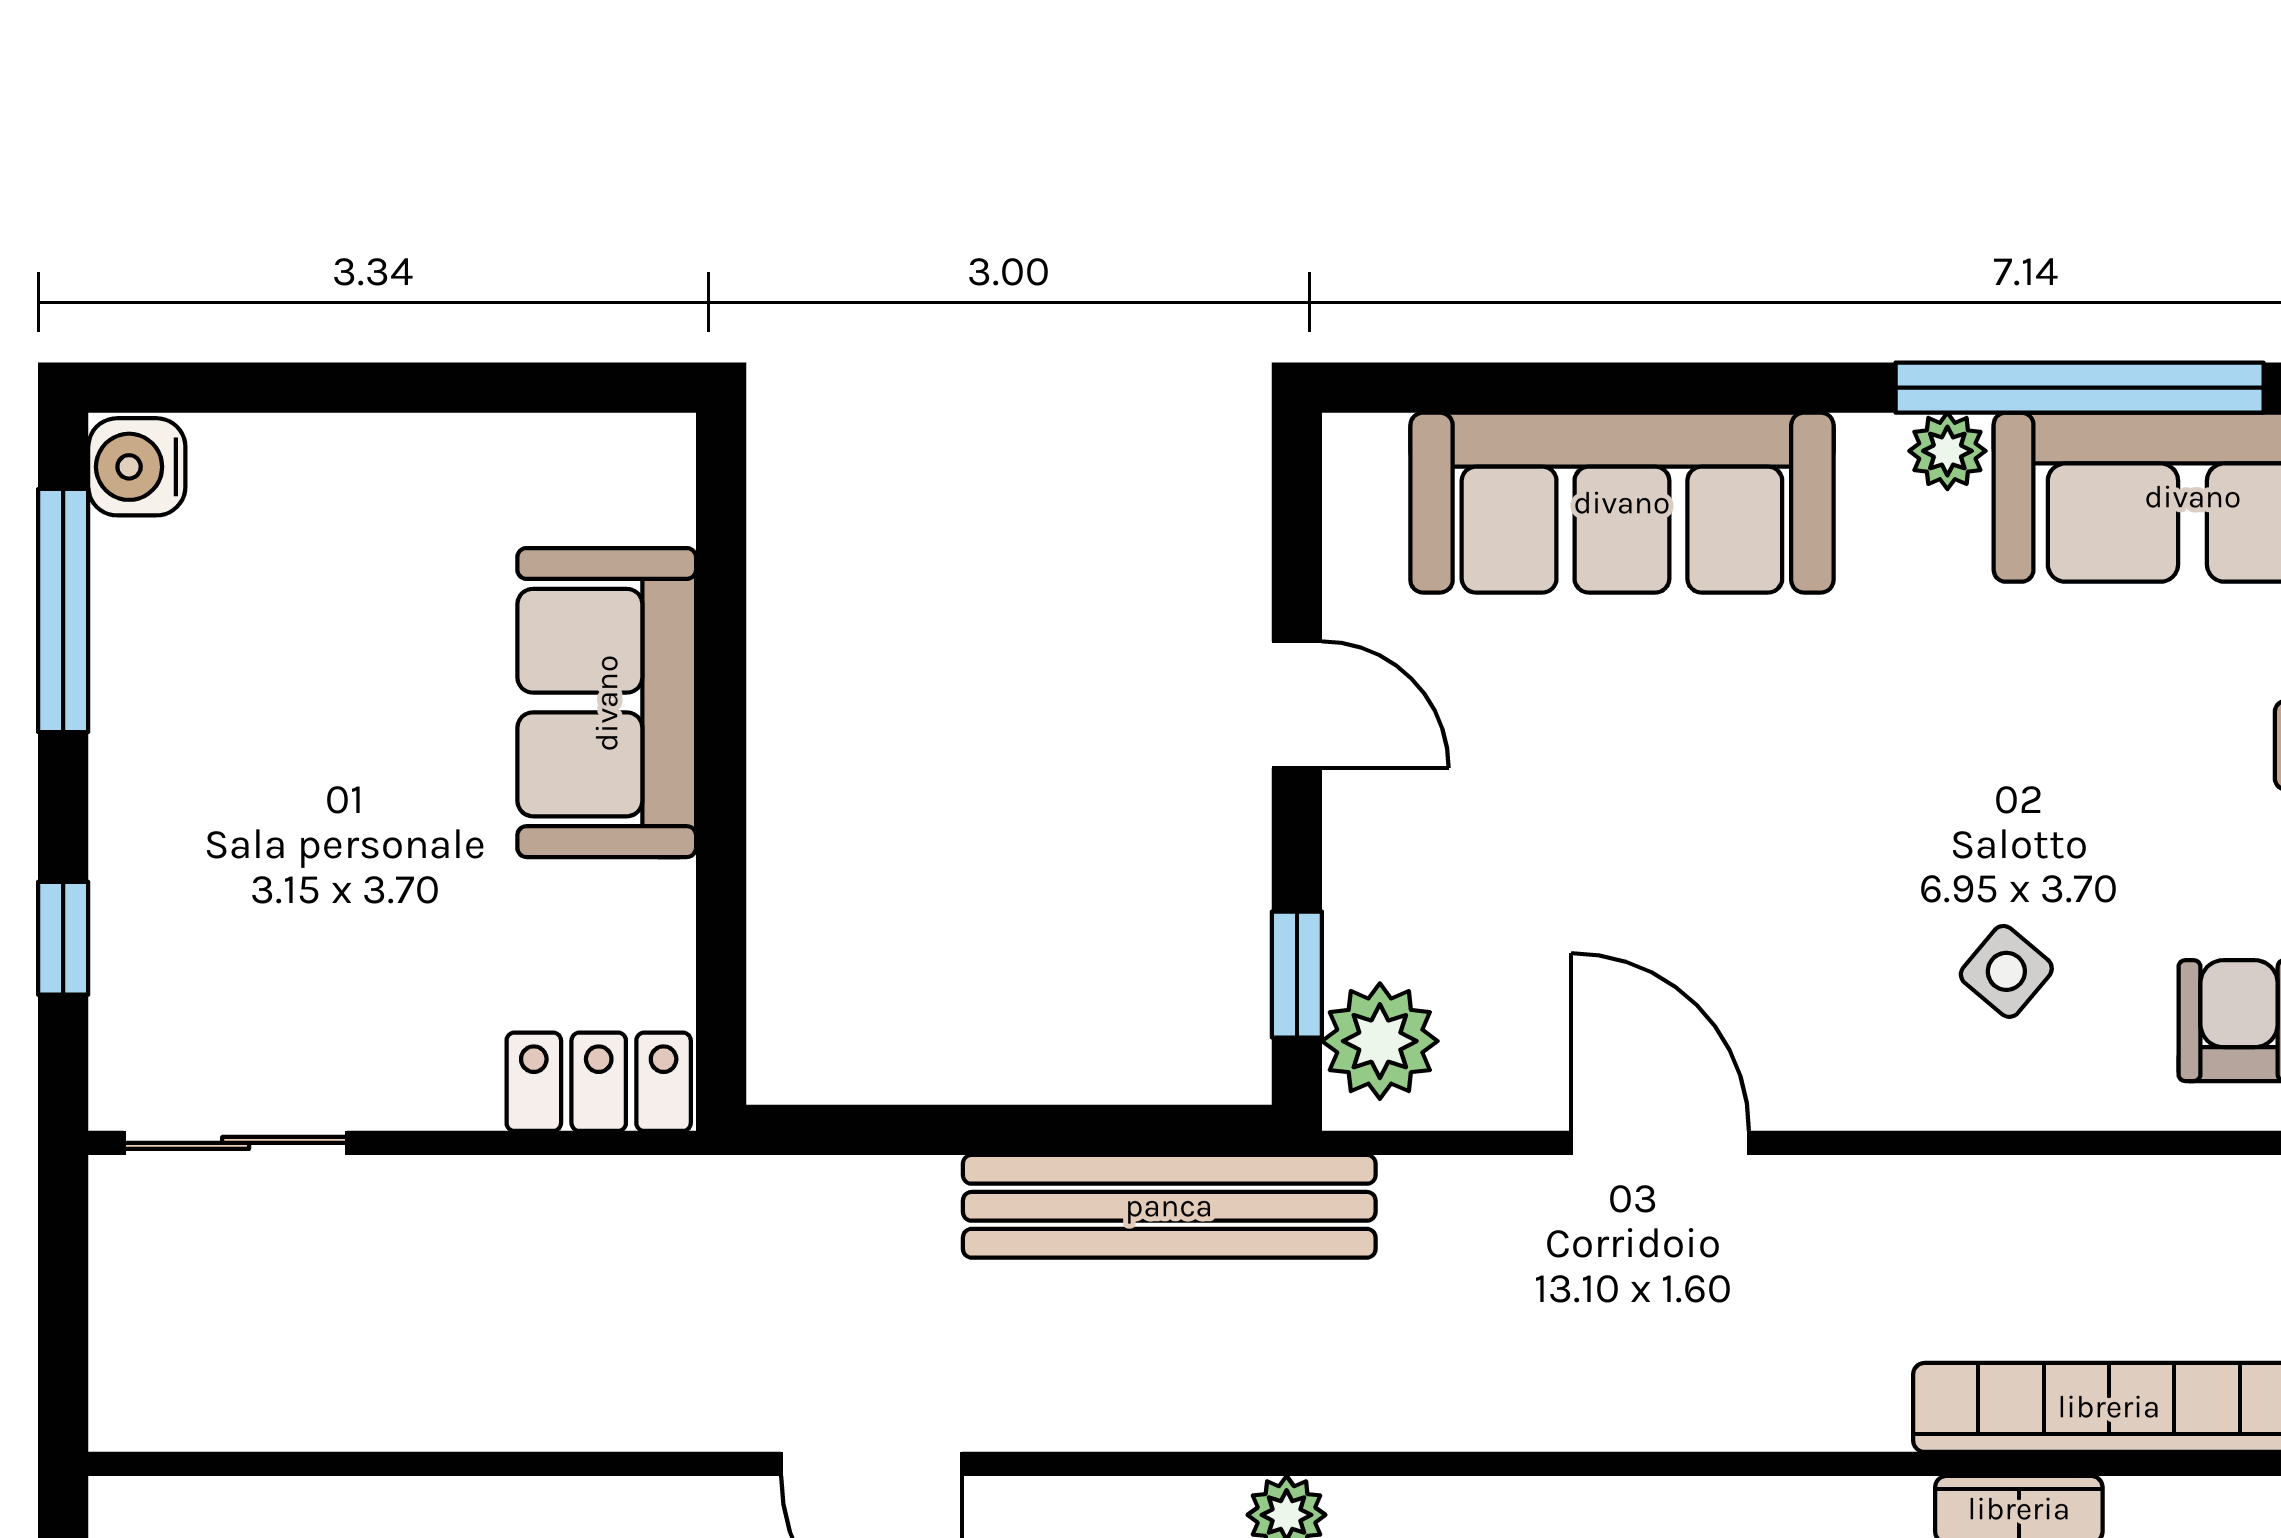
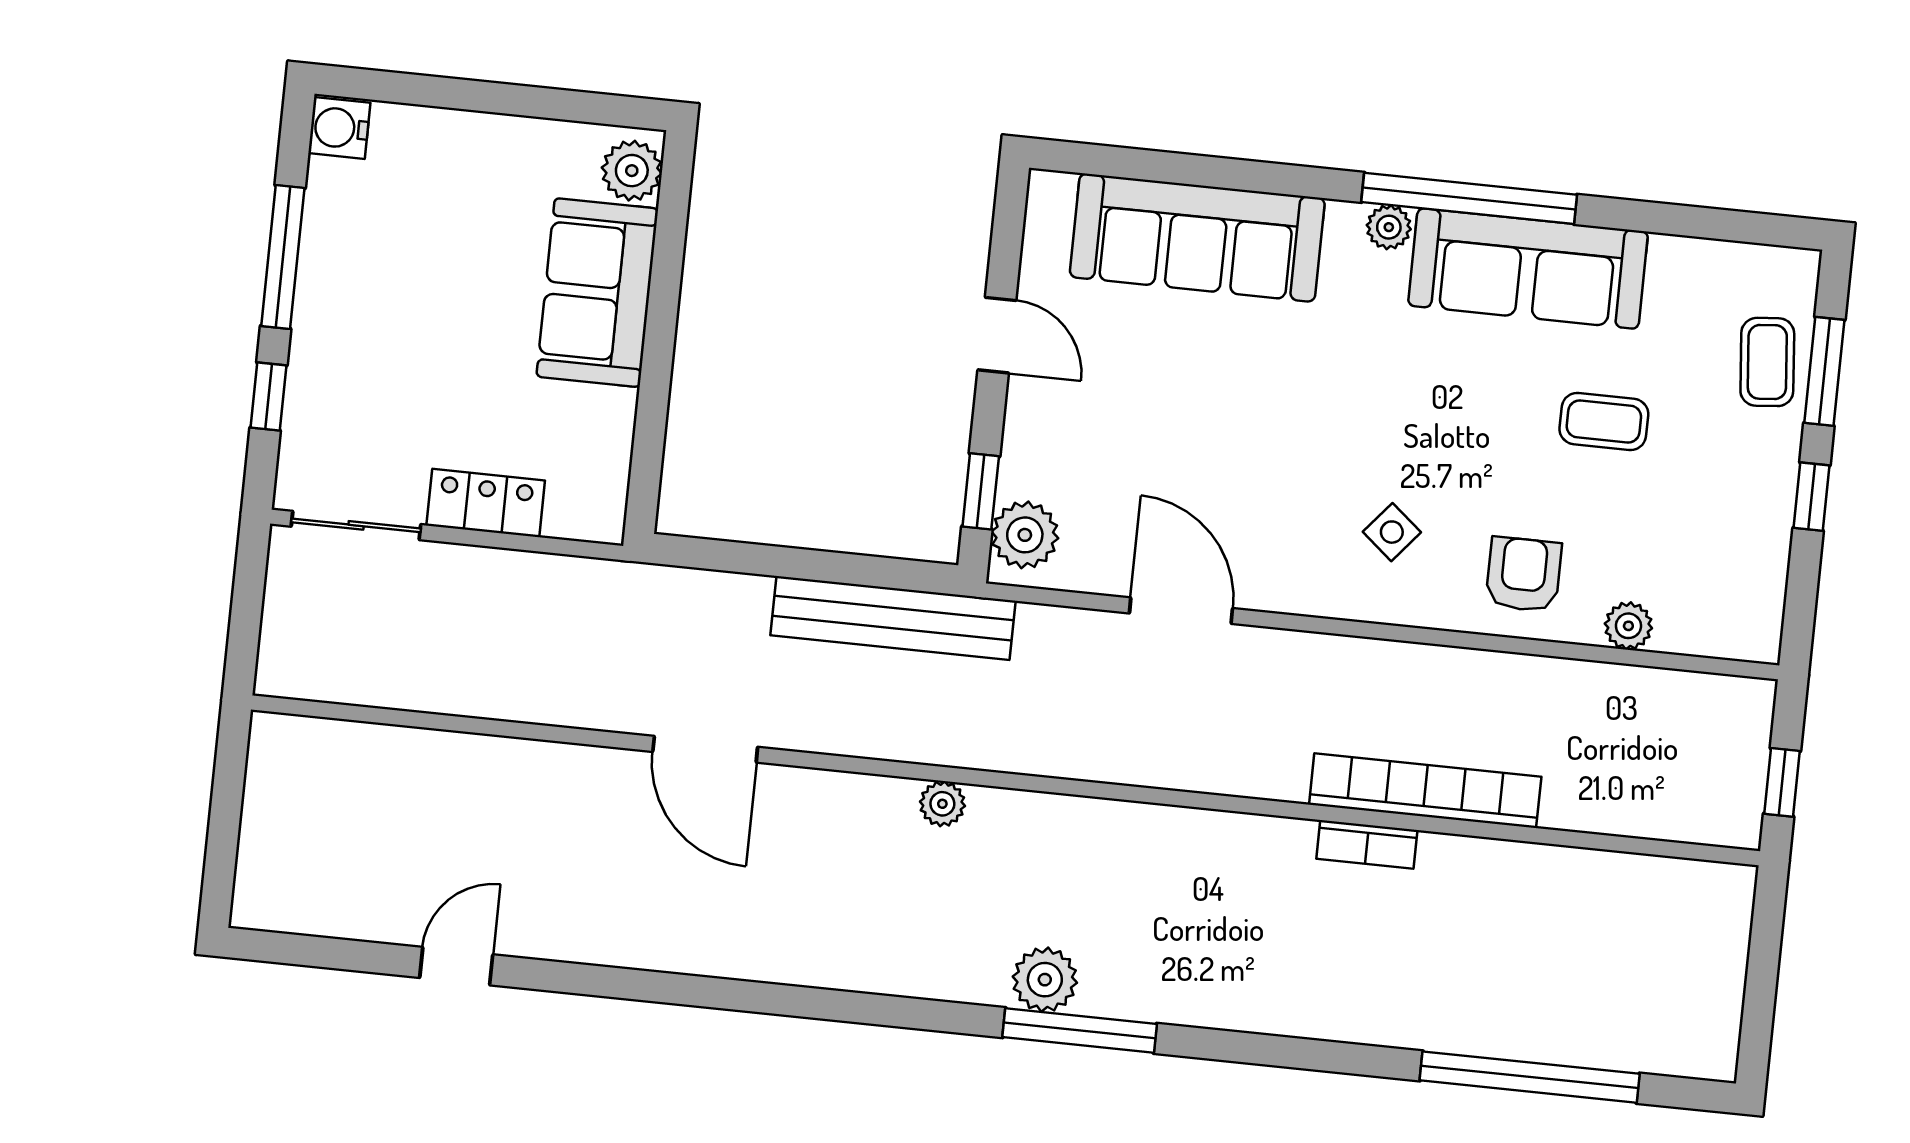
plant: (644, 488) -> (632, 171), added
window: (63, 610) -> (283, 257), moved
locker: (599, 1082) -> (486, 503), moved

